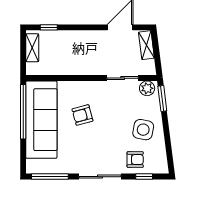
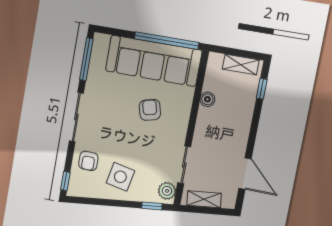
shelving: (146, 45) -> (204, 199), moved
boiler: (65, 69) -> (207, 99), added
window: (162, 99) -> (152, 206), width x0.67
window: (144, 177) -> (65, 181), moved

